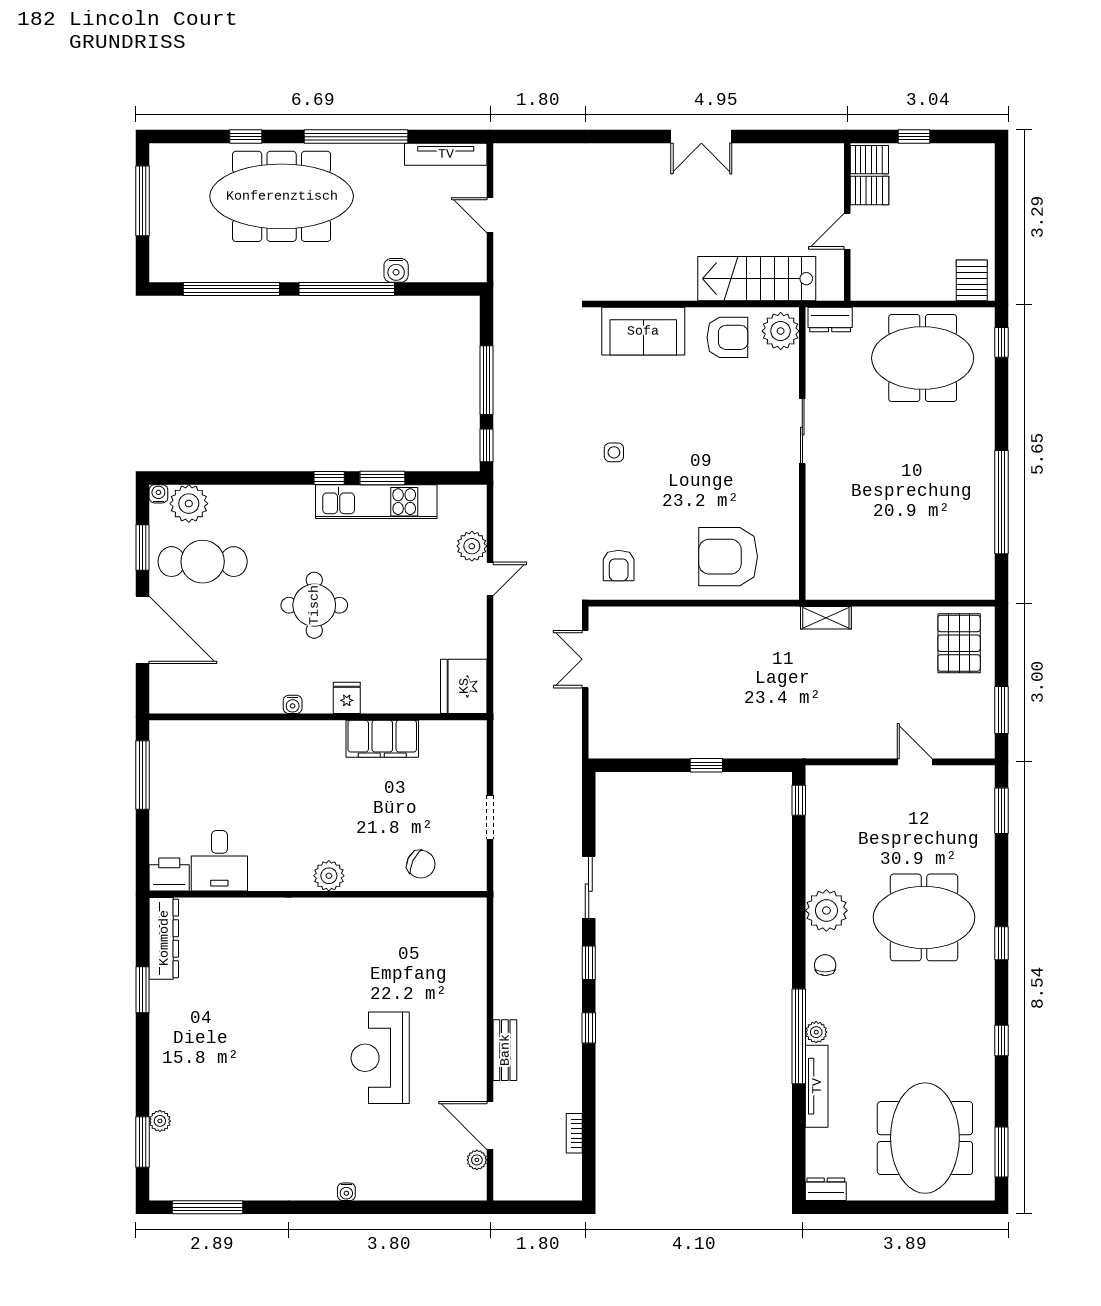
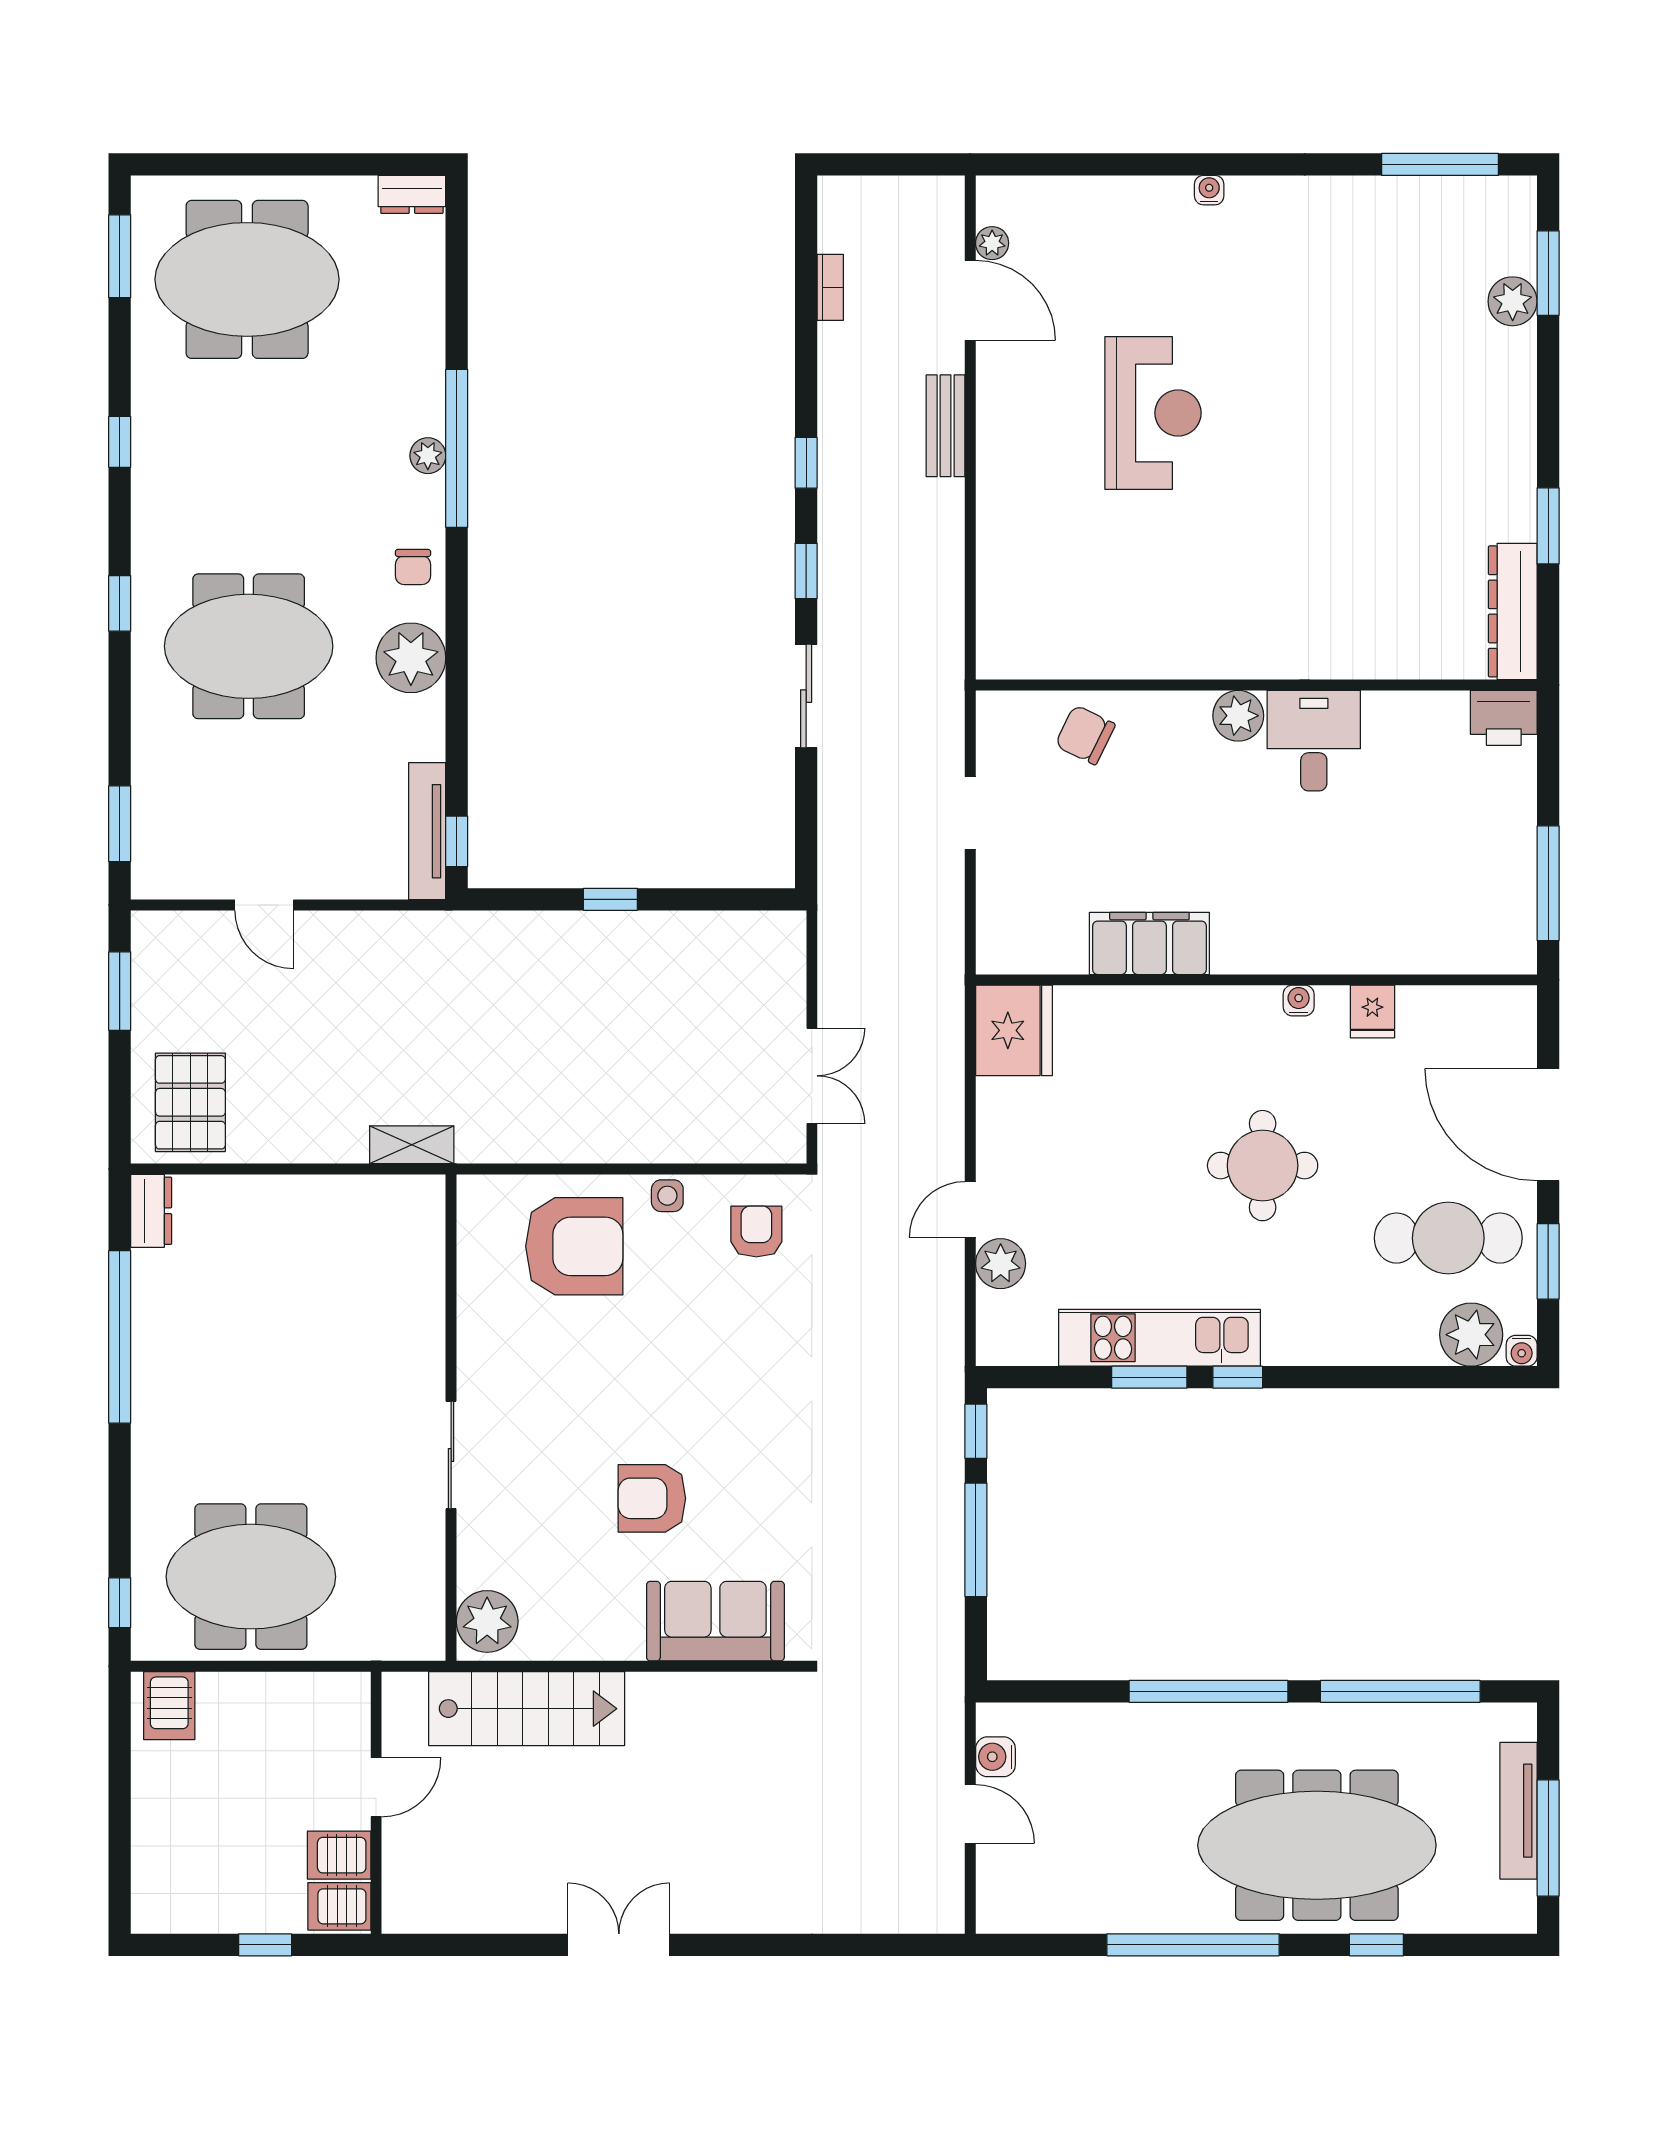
tv unit: (446, 154) -> (1518, 1811), moved, turned -90
water cooler: (396, 270) -> (995, 1757), moved, turned -90
dresser: (830, 320) -> (151, 1211), moved, turned 90
armchair: (727, 337) -> (652, 1498), moved
side table: (614, 452) -> (667, 1196), moved
fridge: (347, 698) -> (1372, 1011), moved
desk: (219, 861) -> (1314, 741), moved
tv unit: (817, 1086) -> (427, 831), moved
plant: (160, 1121) -> (1513, 301), width x1.38, depth x1.38
meeting table: (925, 1138) -> (247, 279), turned 90

